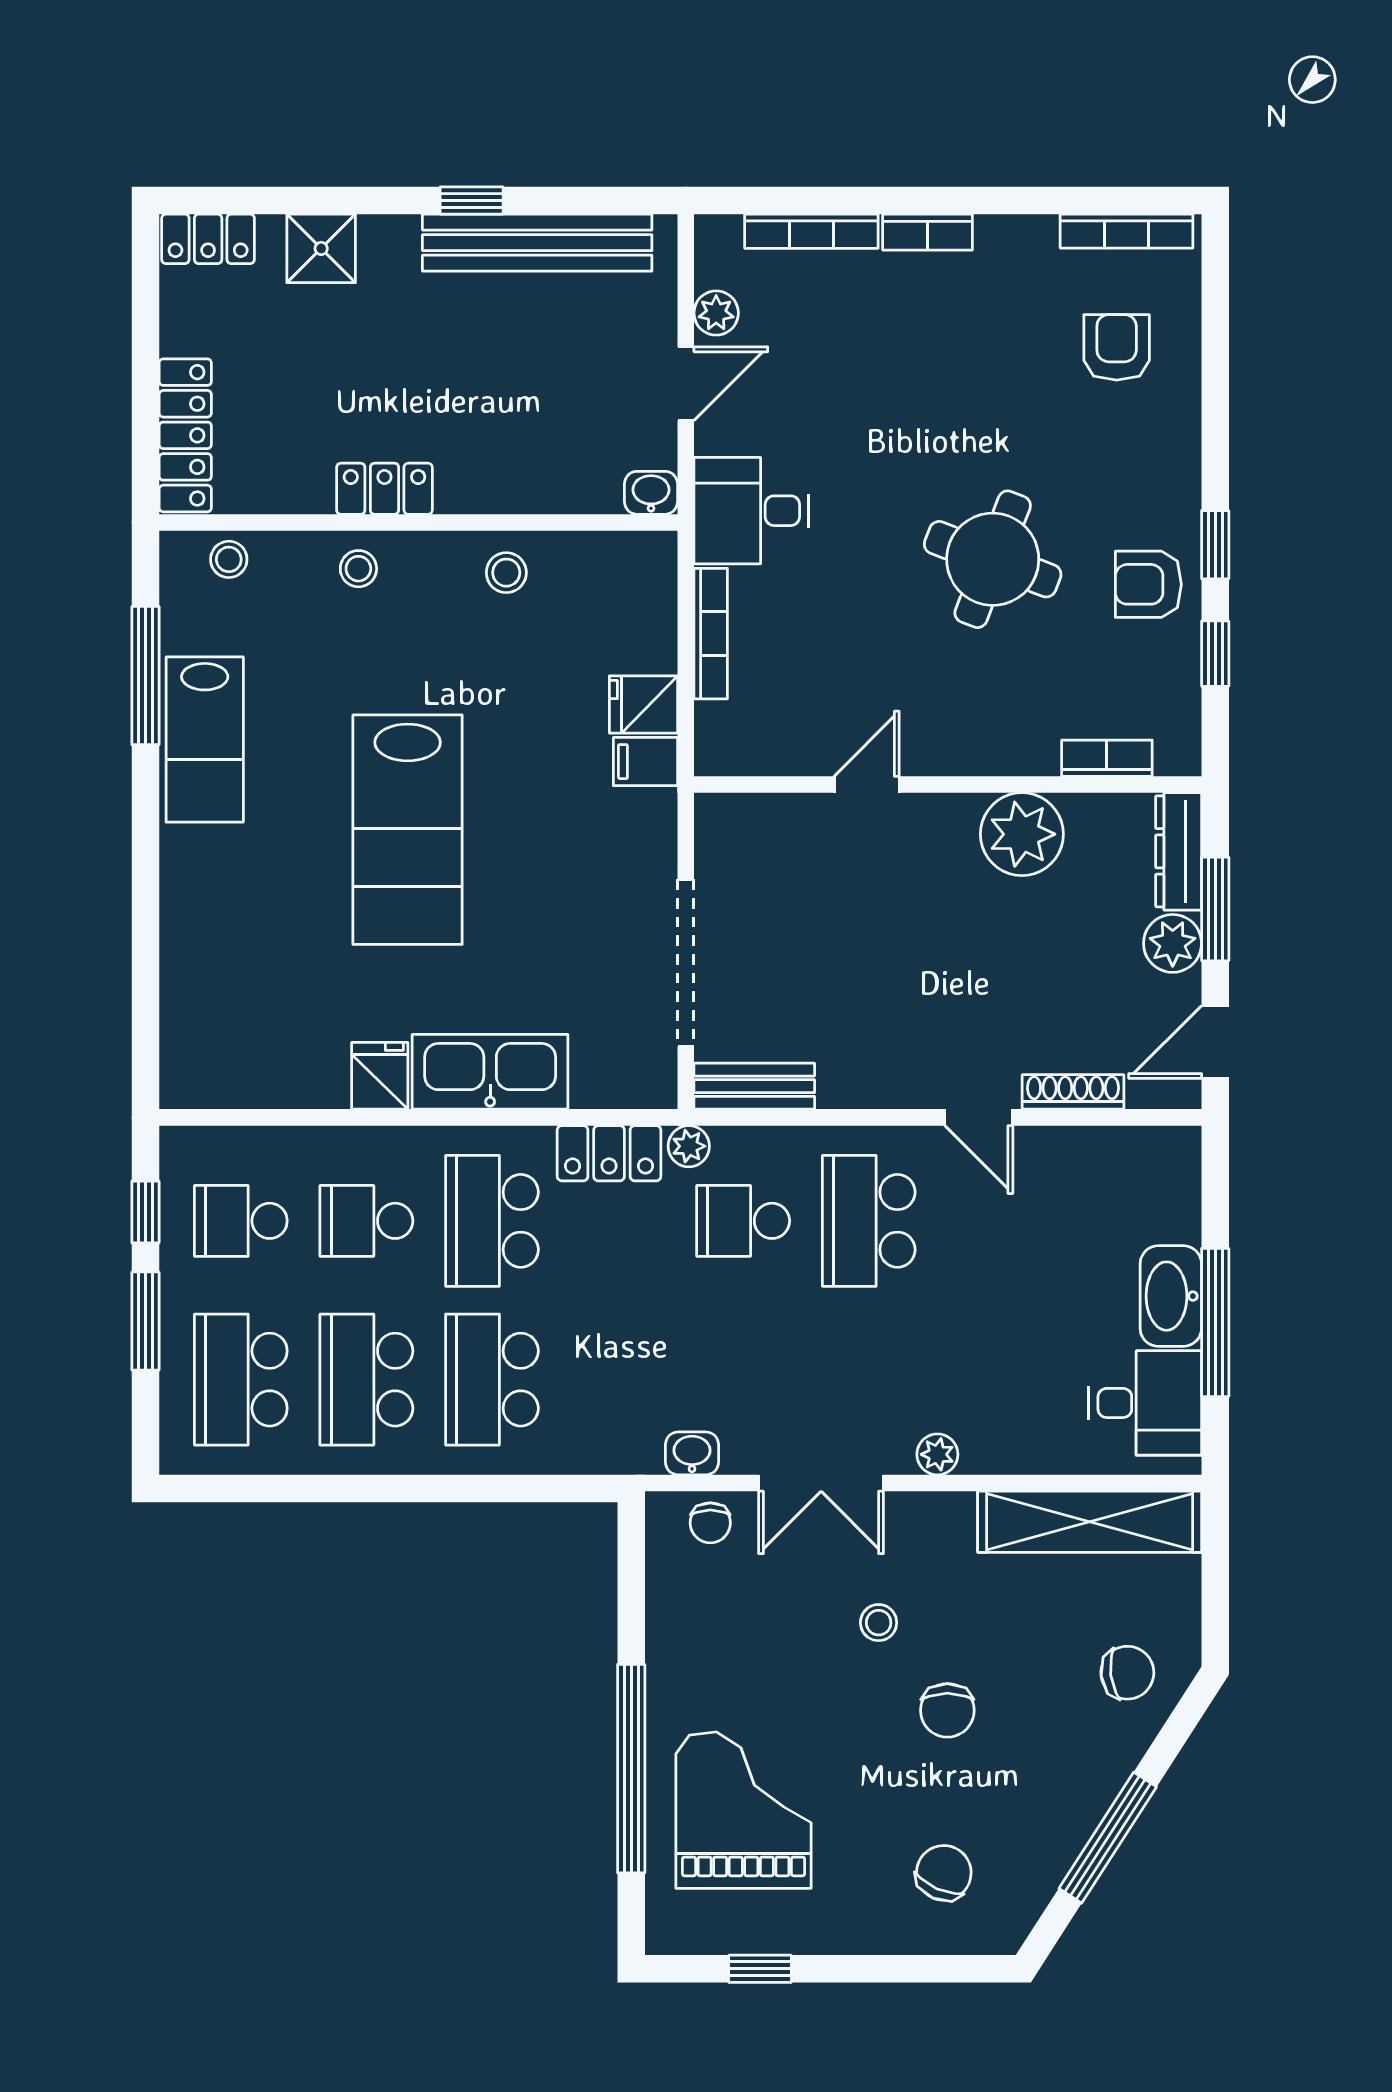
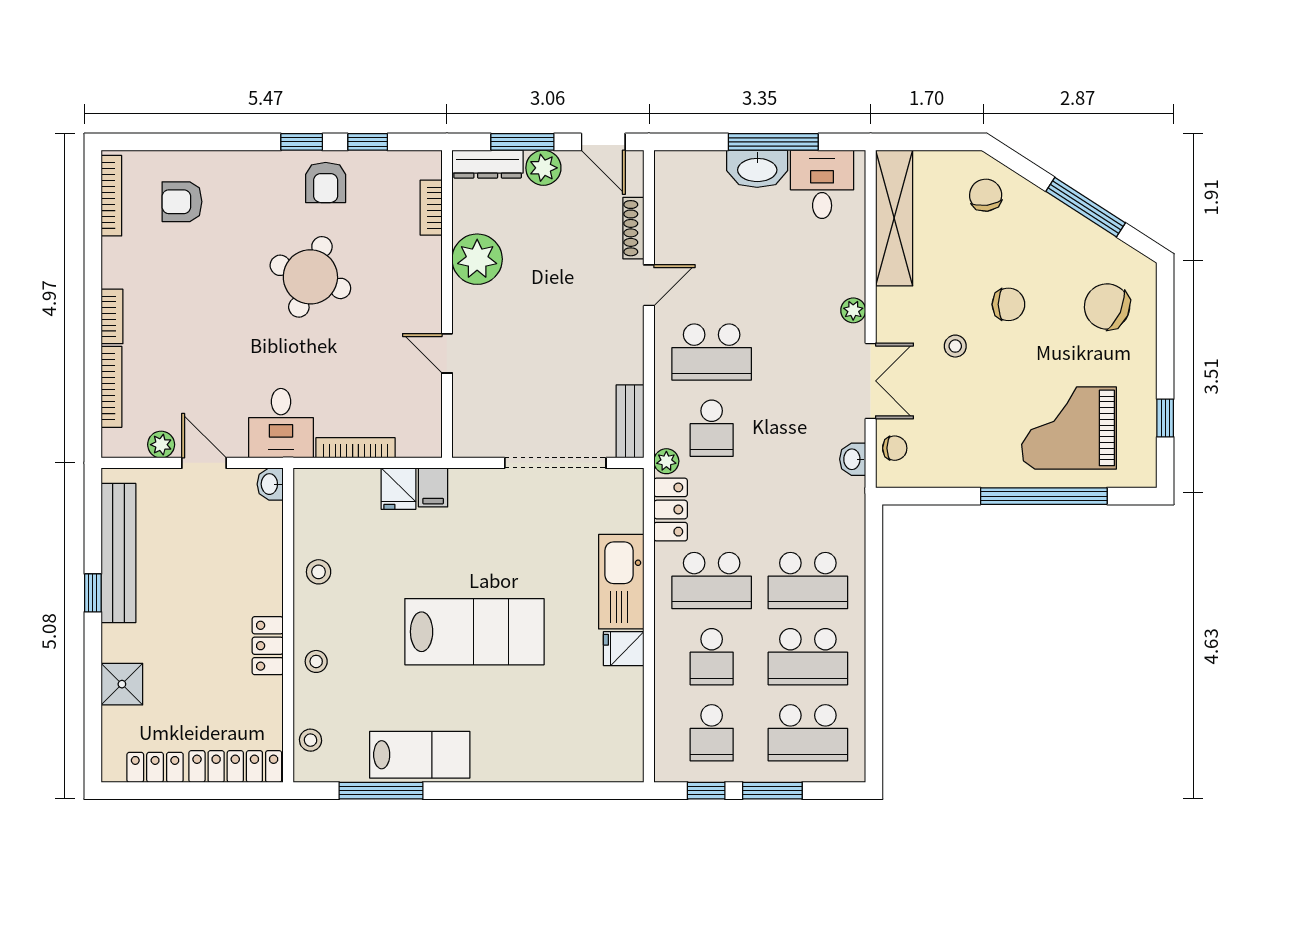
locker: (208, 239) -> (155, 767), moved, turned -90
chair: (944, 1873) -> (1107, 307), width x1.37, depth x1.37

